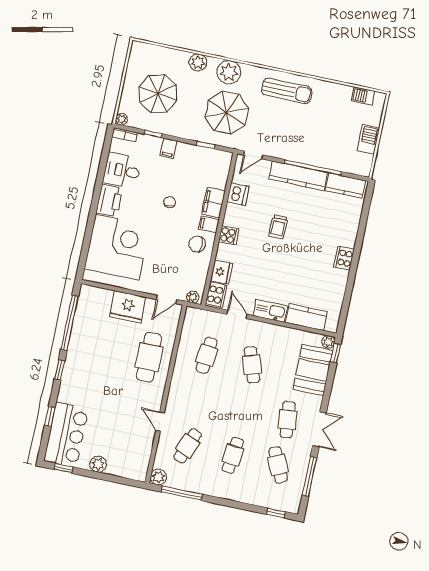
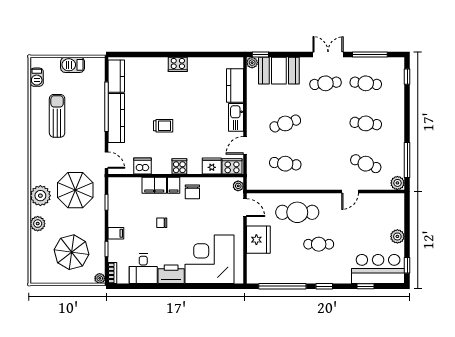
sun lounger: (287, 91) -> (57, 116), moved
cafe table: (108, 374) -> (319, 244), added
cafe table: (278, 465) -> (366, 83), turned 30

